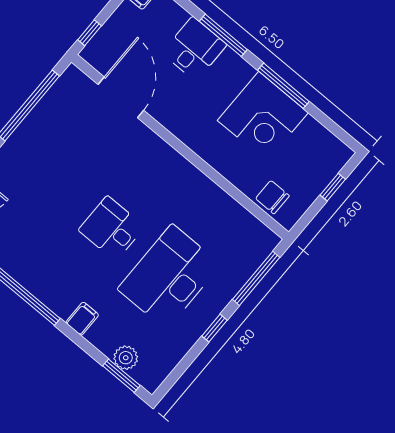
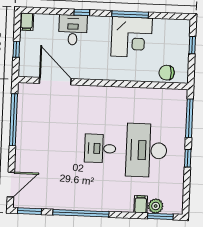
window: (90, 33) -> (16, 49), moved
window: (223, 35) -> (82, 12), width x0.46
filing cabinet: (82, 319) -> (141, 204), moved

